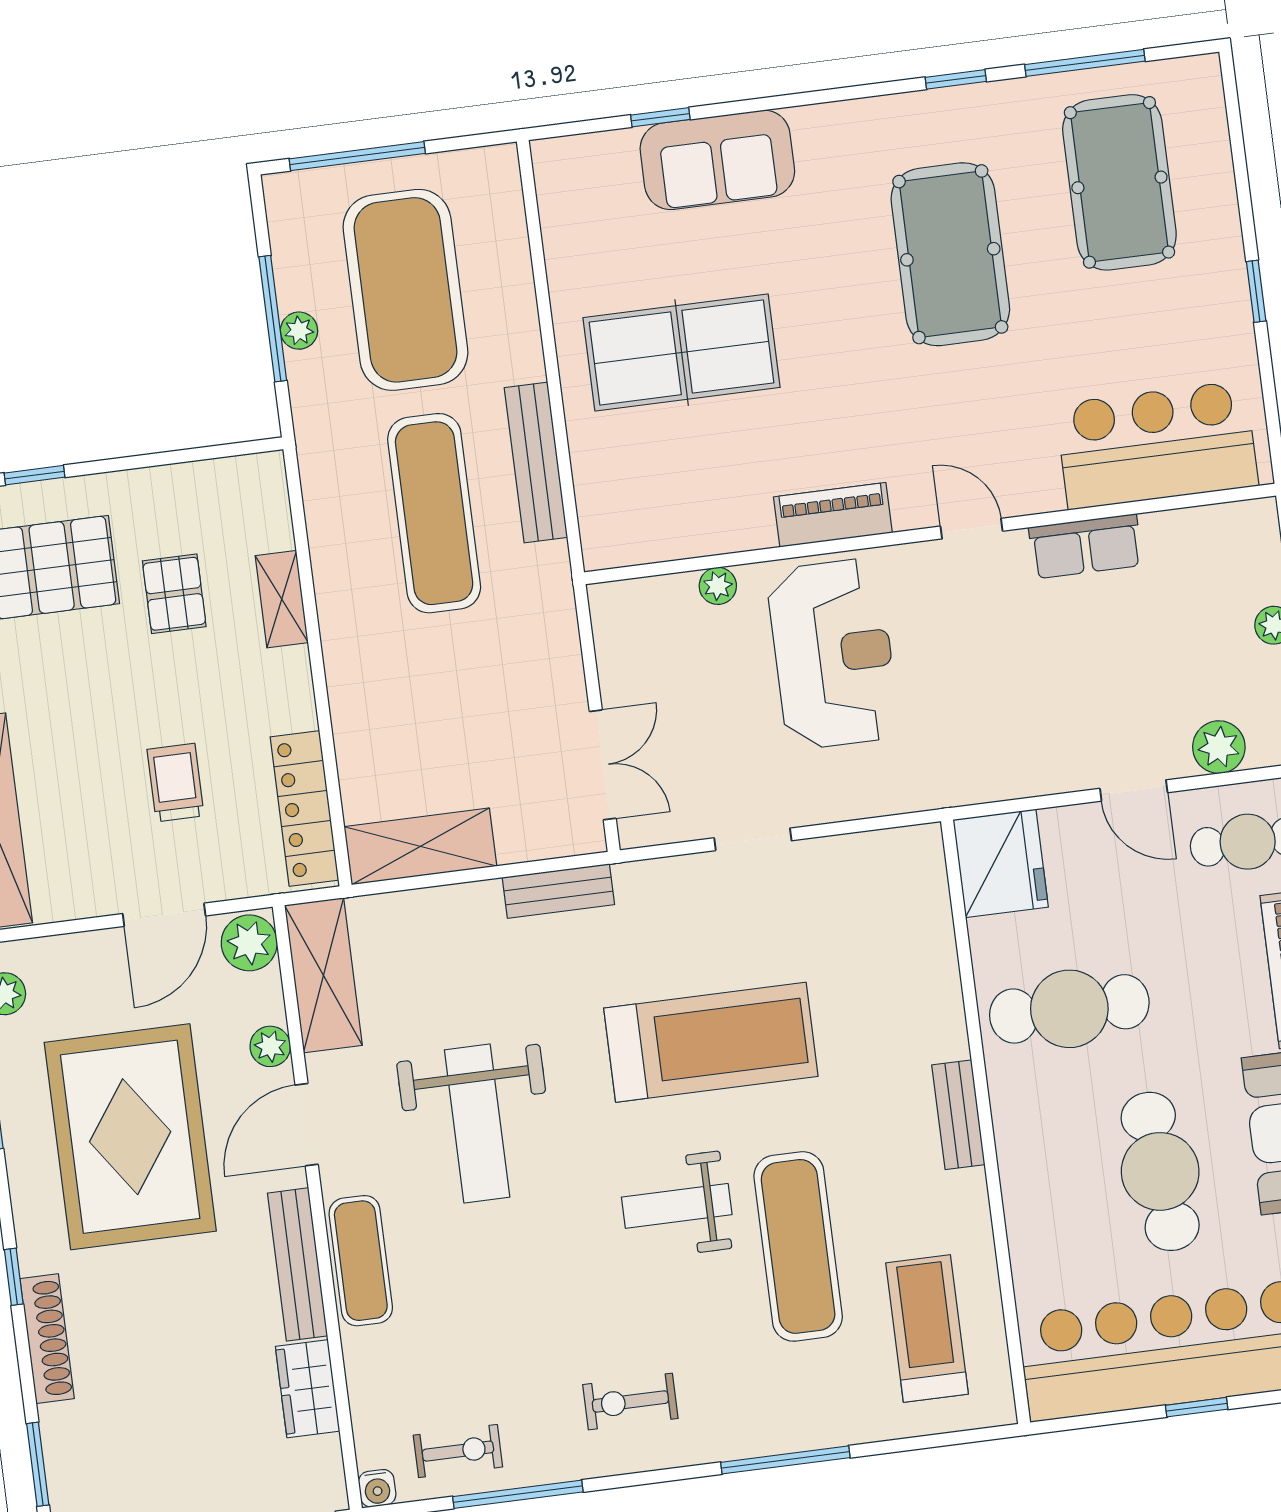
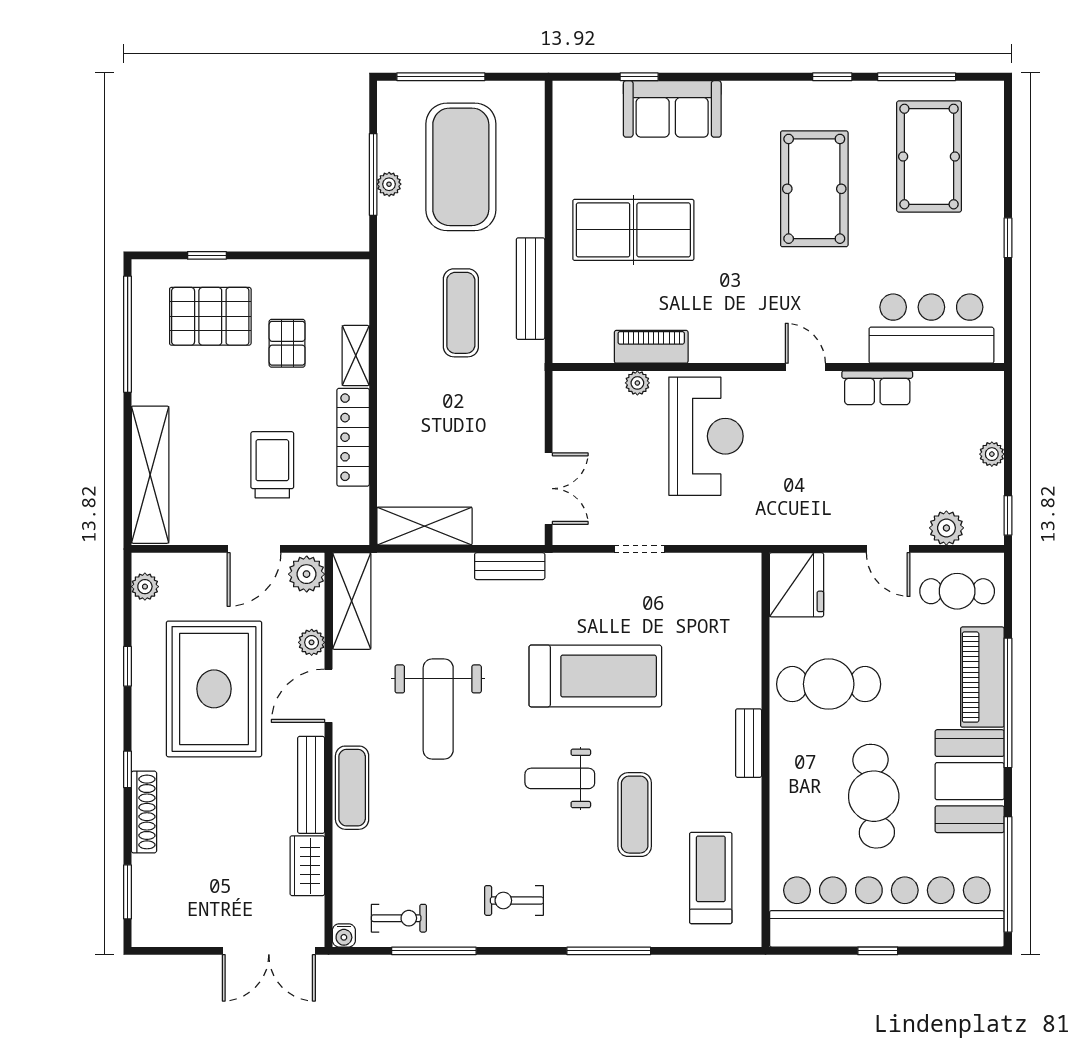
exercise mat: (434, 513) -> (461, 313), width x0.73, depth x0.69
piano: (833, 515) -> (651, 347), moved
trolley: (175, 783) -> (272, 465), width x1.36, depth x1.39
locker: (304, 808) -> (353, 437), moved
exercise mat: (798, 1246) -> (635, 815), width x0.73, depth x0.69

